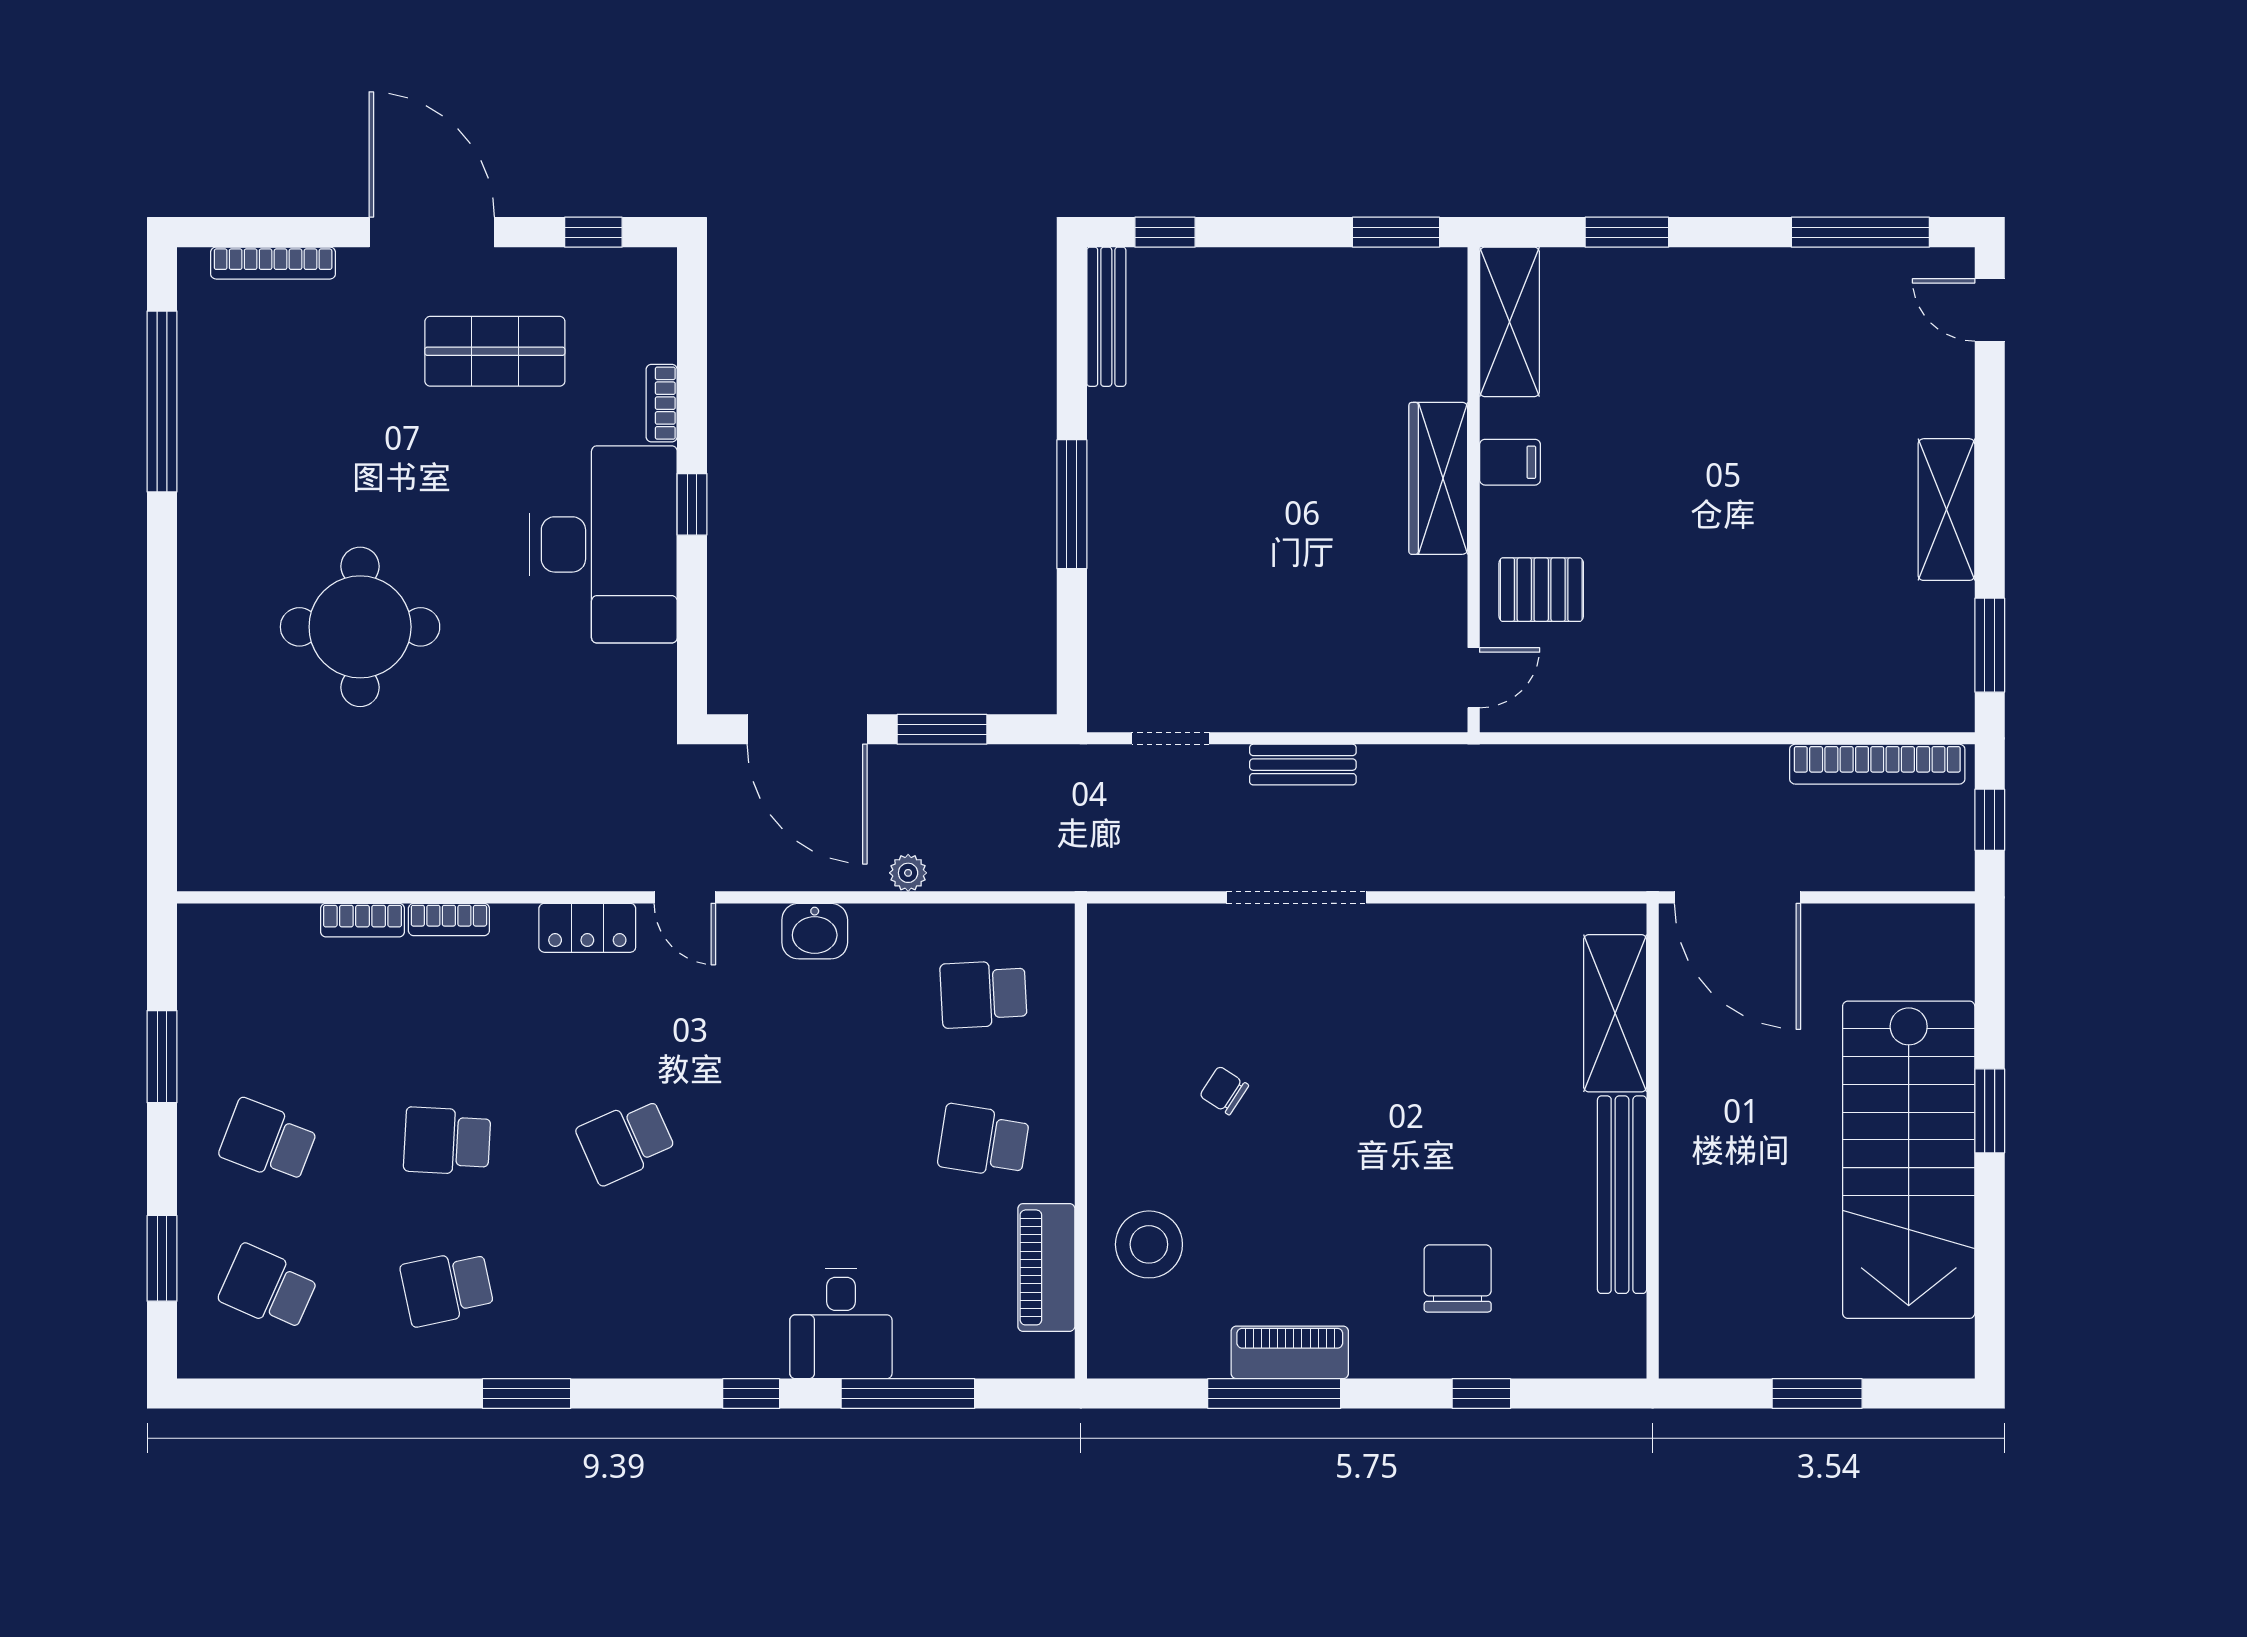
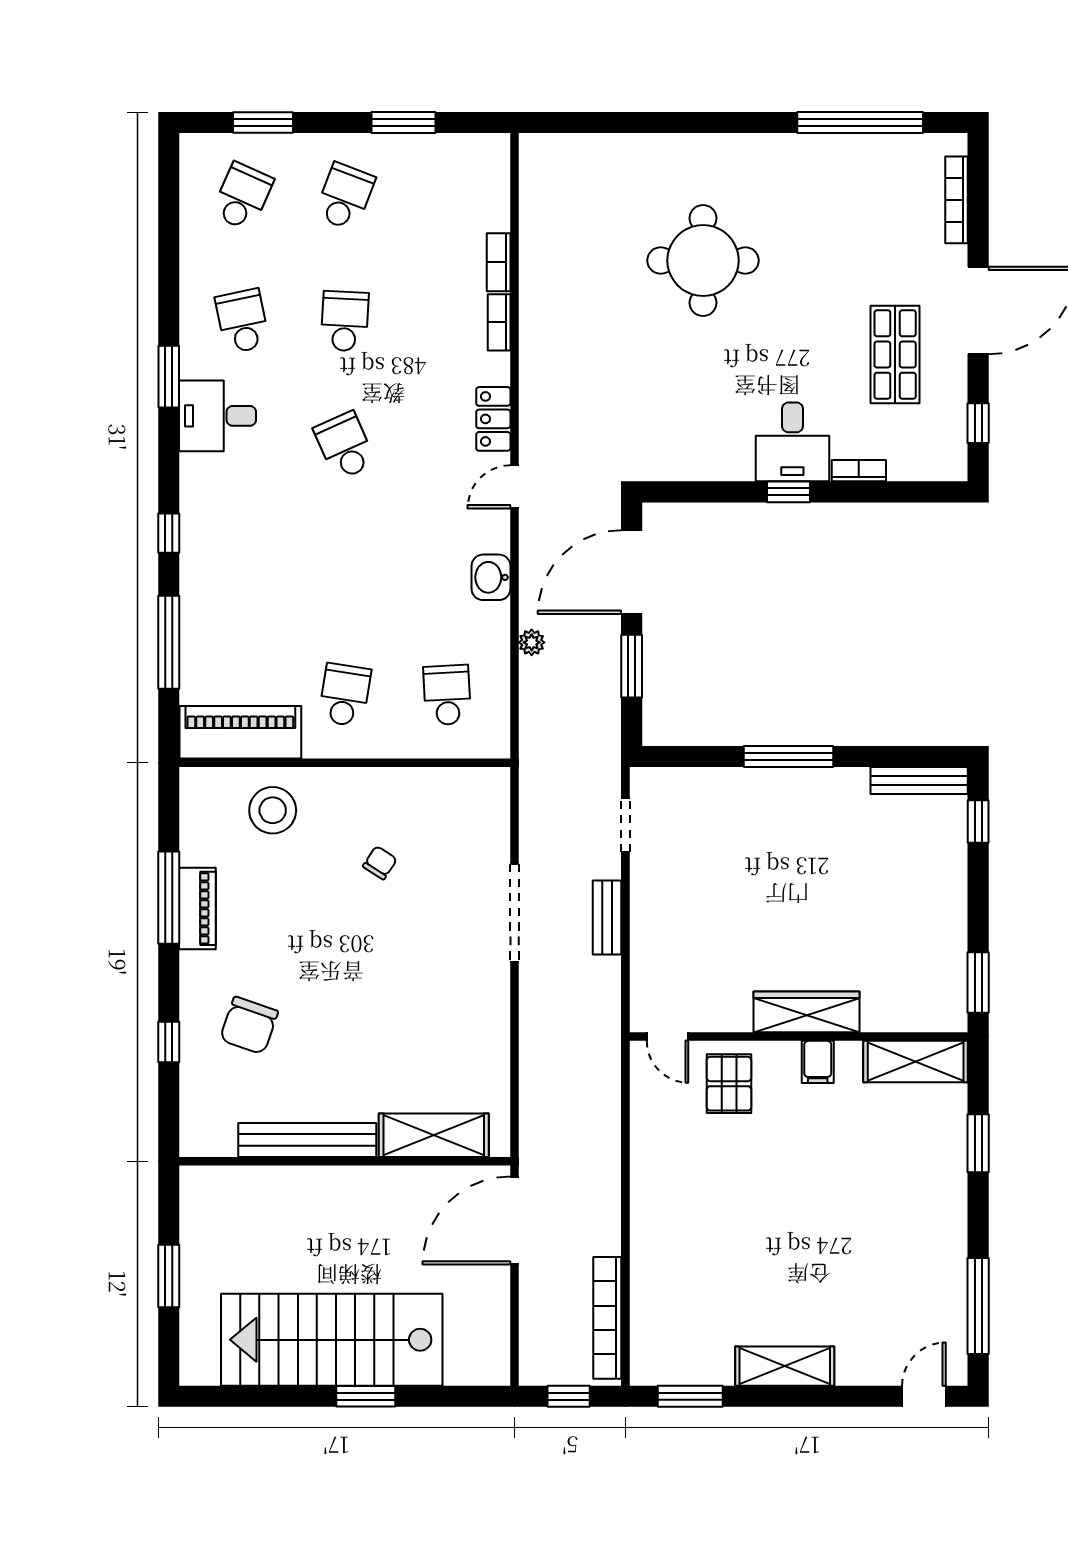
desk: (603, 544) -> (792, 442), width x0.53, depth x0.77
piano: (1046, 1267) -> (240, 732), width x1.37, depth x1.33
chair: (1458, 1278) -> (249, 1025), turned 109
desk: (841, 1324) -> (217, 416), moved

